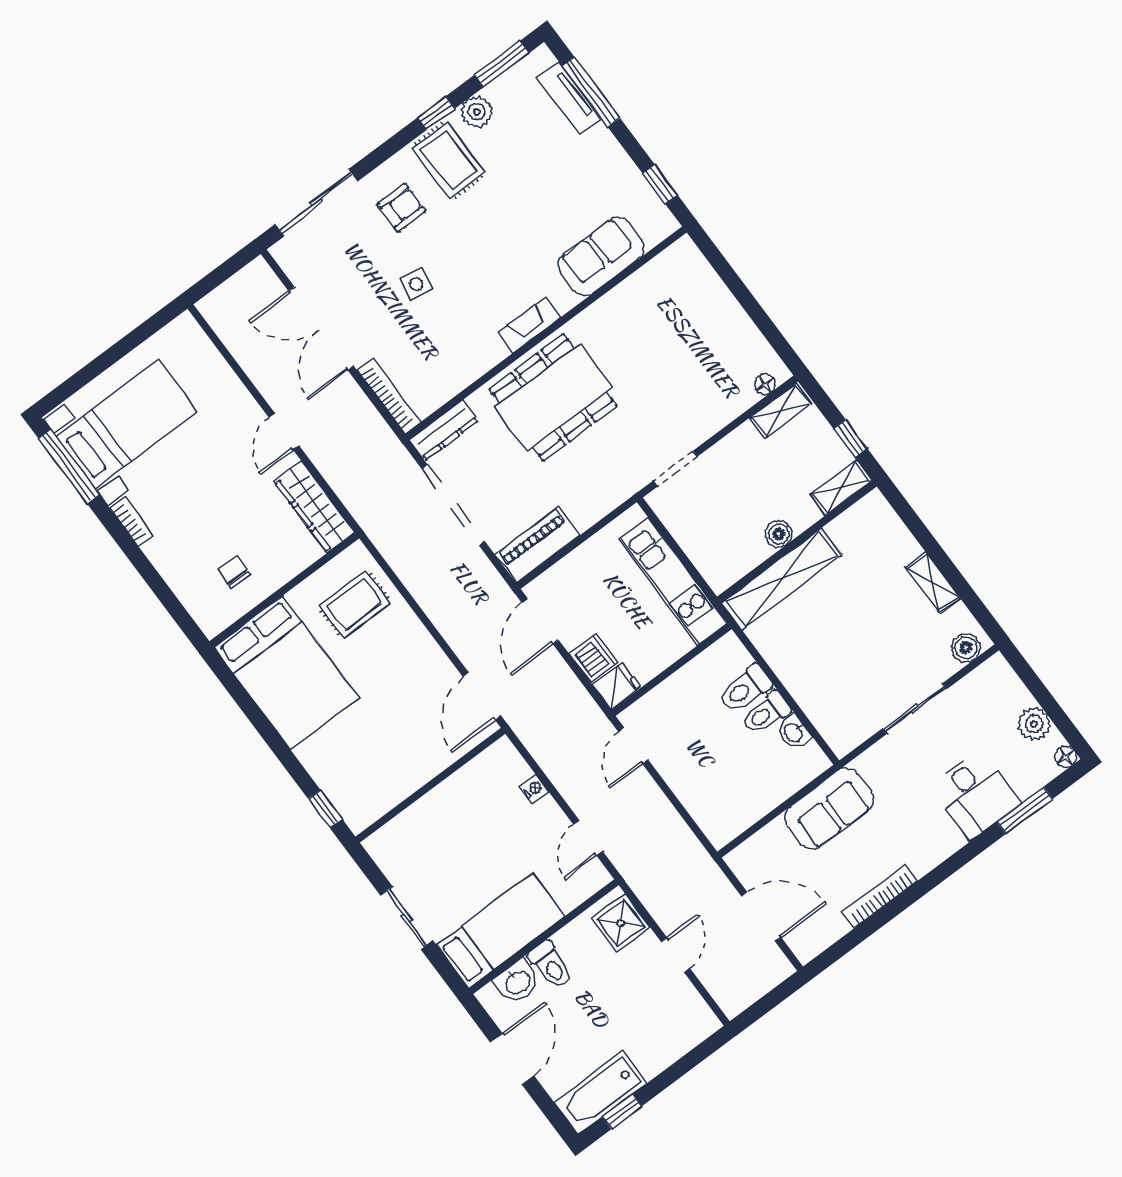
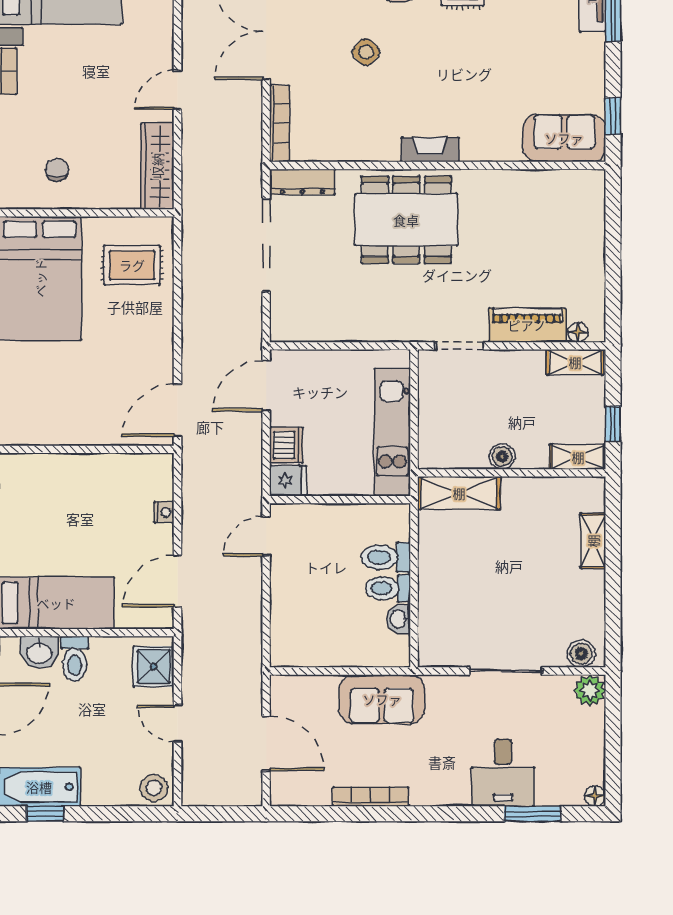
sofa: (601, 257) -> (564, 138), moved
side table: (416, 284) -> (366, 52), turned 36
piano: (537, 545) -> (527, 325), moved
shelving: (782, 579) -> (459, 493), width x0.68
shelving: (933, 583) -> (593, 541), moved
plant: (1034, 724) -> (590, 690), moved
door: (588, 838) -> (178, 581), width x1.38
door: (676, 955) -> (178, 723), swing flipped
stool: (696, 1023) -> (154, 788), added

